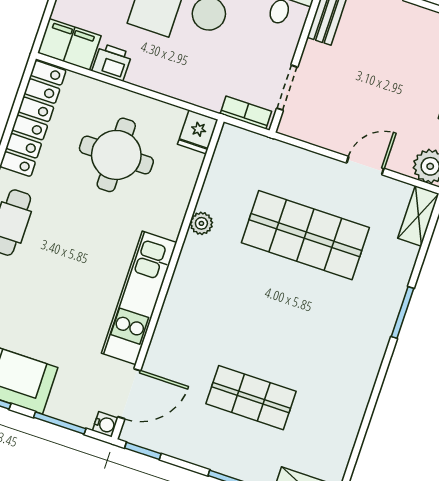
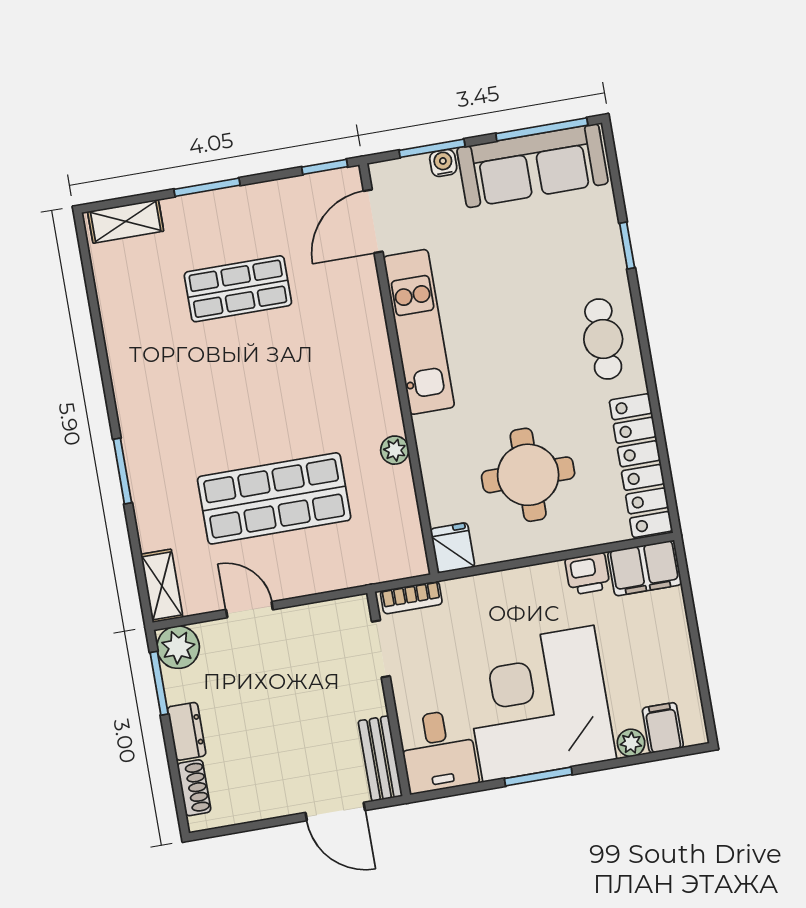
door: (365, 166) -> (249, 610), swing flipped
water cooler: (105, 424) -> (443, 163), moved, turned 90

